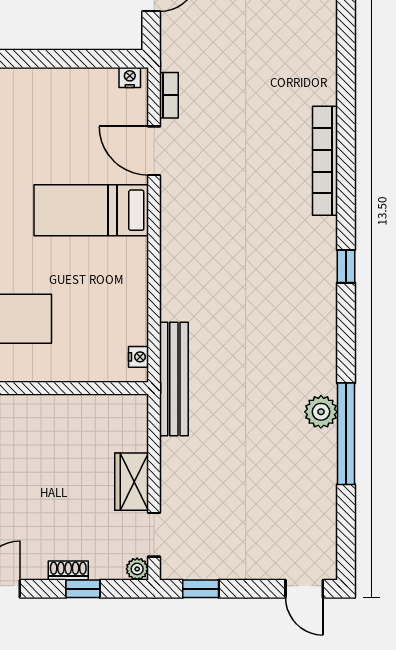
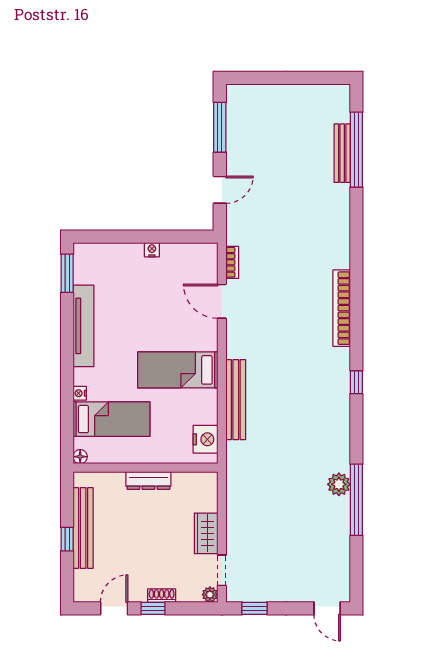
nightstand: (130, 77) -> (152, 250), moved
bed: (91, 210) -> (178, 370), moved
nightstand: (138, 357) -> (205, 439), width x1.89, depth x1.79
bench: (174, 379) -> (236, 400), moved
dresser: (49, 406) -> (148, 481), added
window: (83, 589) -> (153, 608), moved

